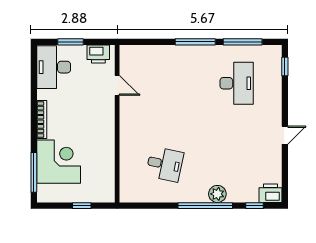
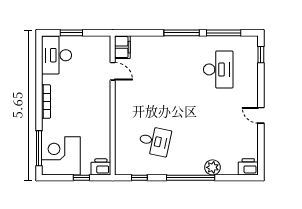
printer: (98, 54) -> (101, 167), moved, turned 180
filing cabinet: (128, 58) -> (122, 47), added
door: (285, 135) -> (261, 115), swing flipped
corner desk: (59, 162) -> (61, 156), moved, turned -90
plant: (217, 194) -> (213, 167), moved
window: (254, 206) -> (139, 178), moved

